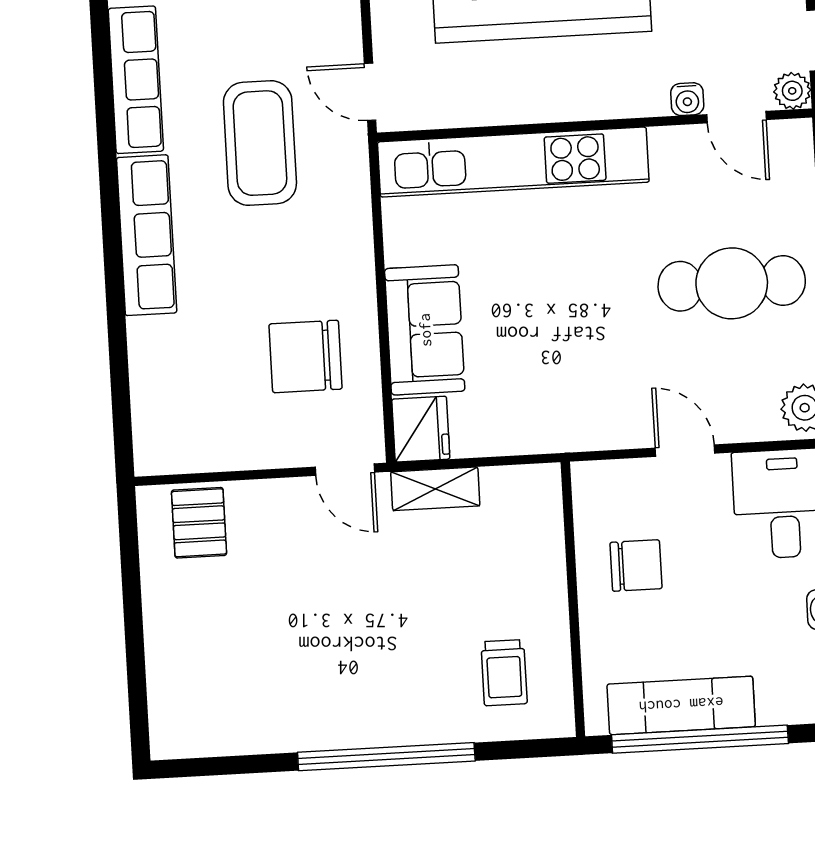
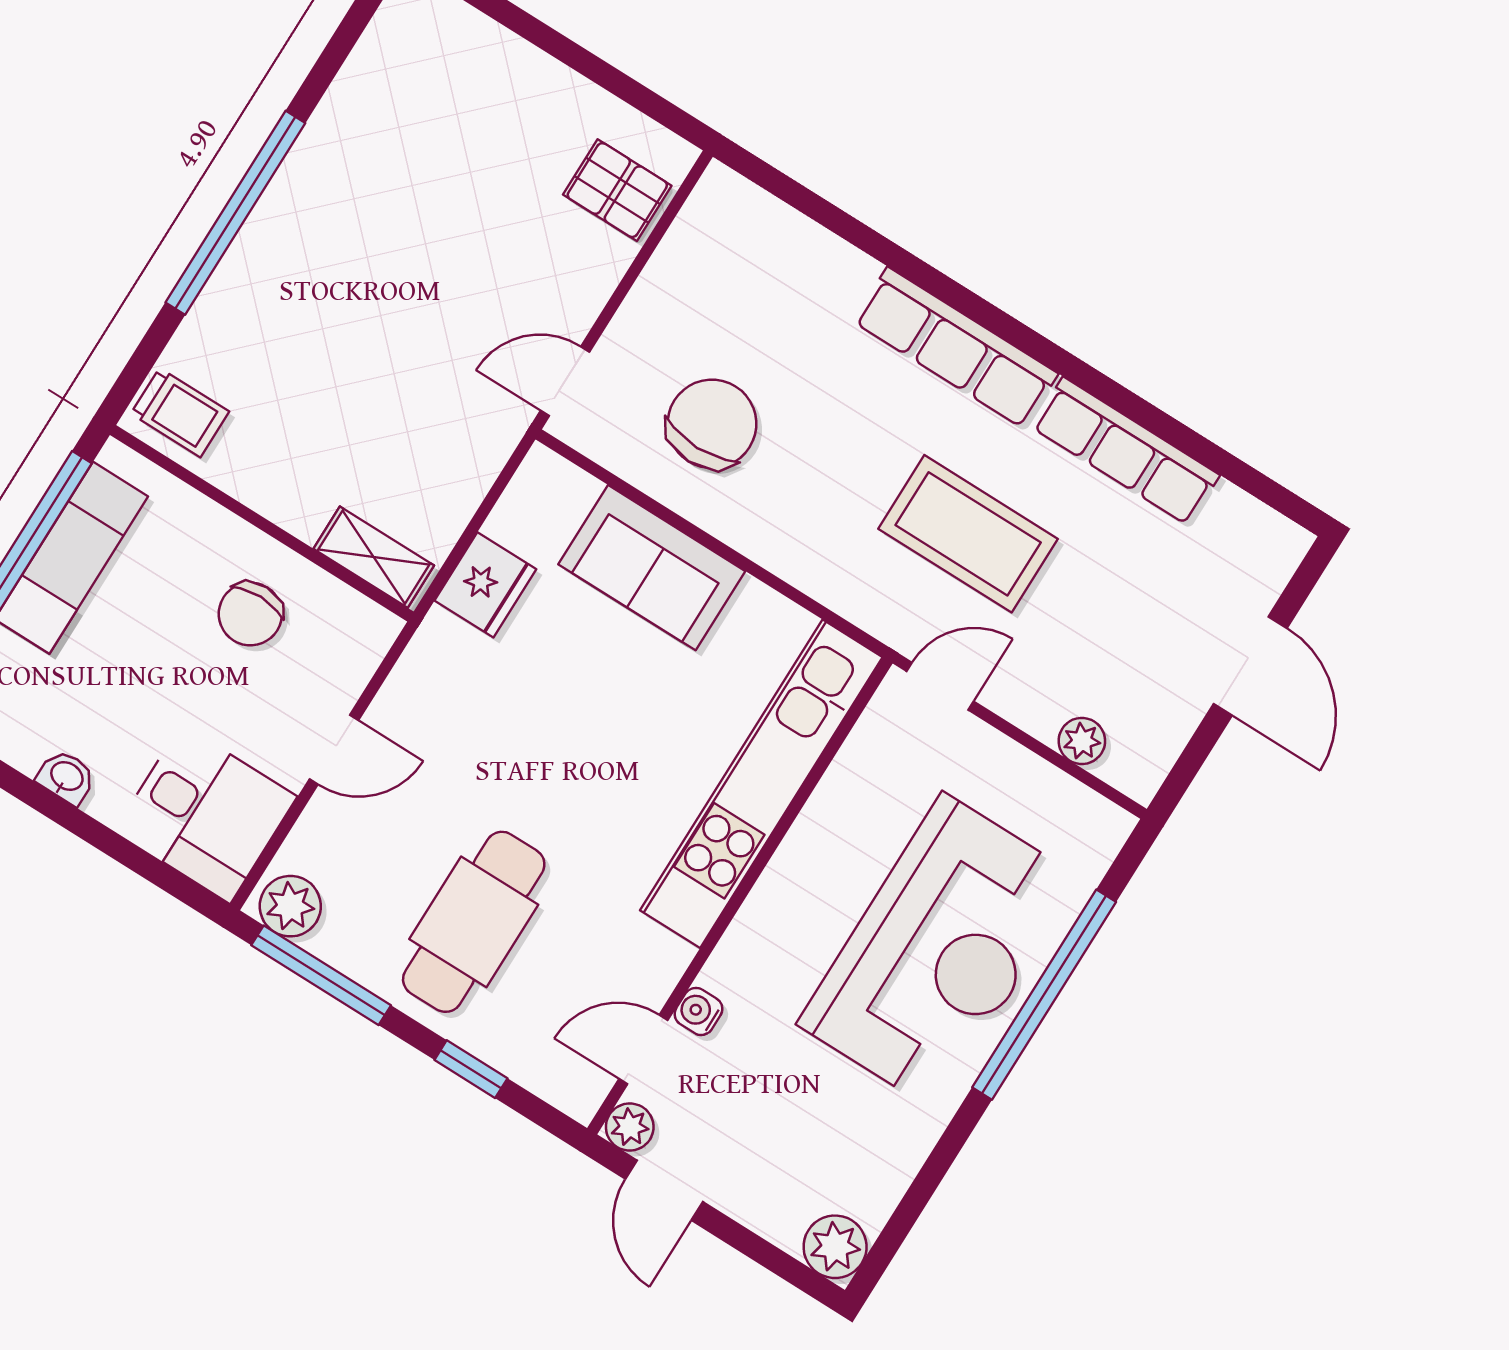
fridge: (421, 429) -> (485, 585), moved, turned -90
shelving: (435, 489) -> (374, 557), moved, turned 90
trolley: (504, 673) -> (180, 413), moved, turned 180

